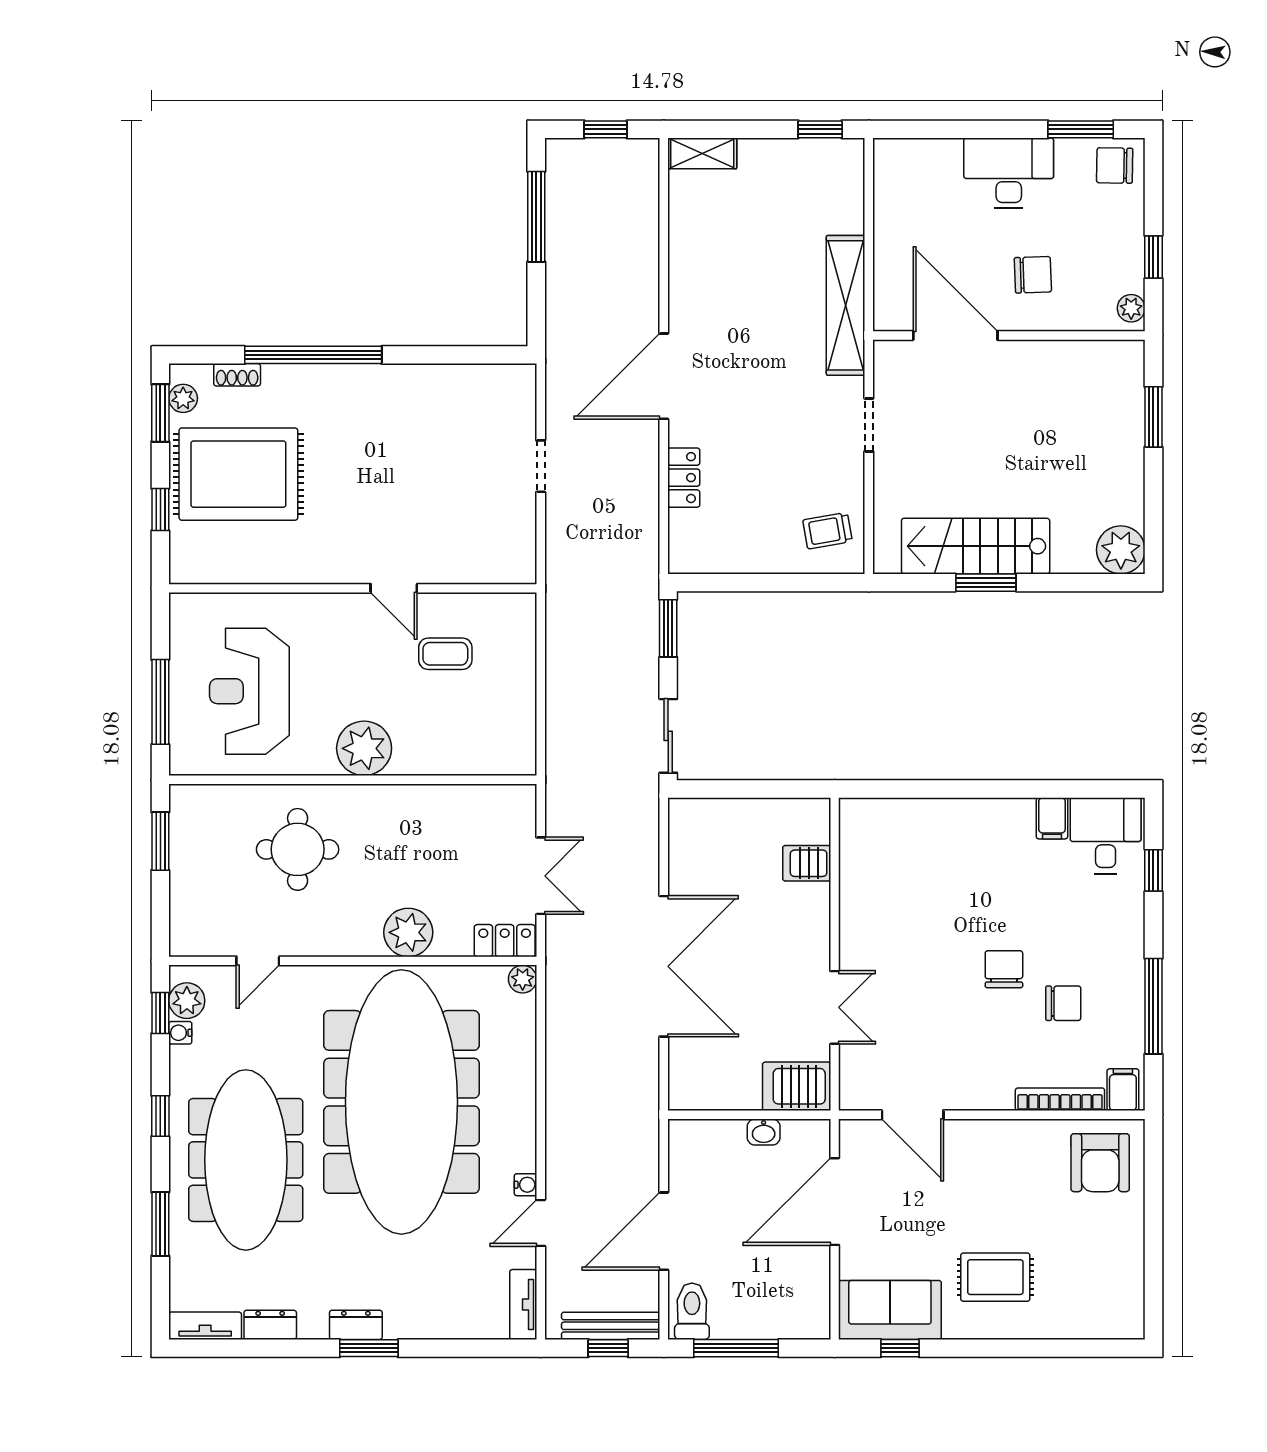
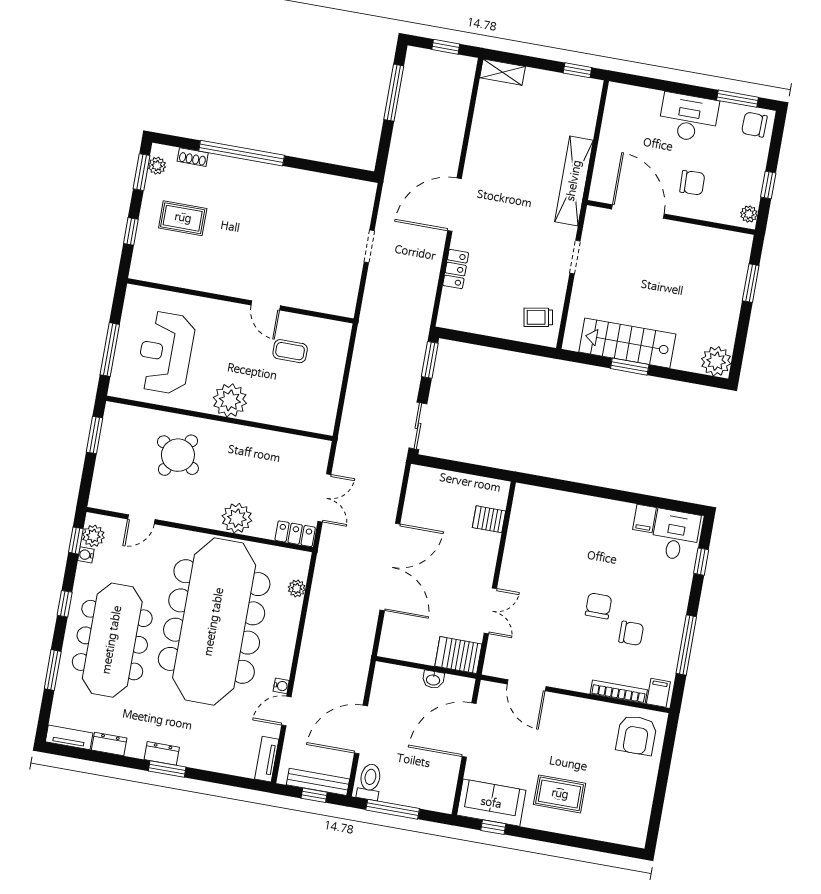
rug: (238, 474) -> (183, 218), width x0.54, depth x0.49
round table: (298, 849) -> (178, 455), turned 33
plant: (523, 979) -> (297, 588), moved

